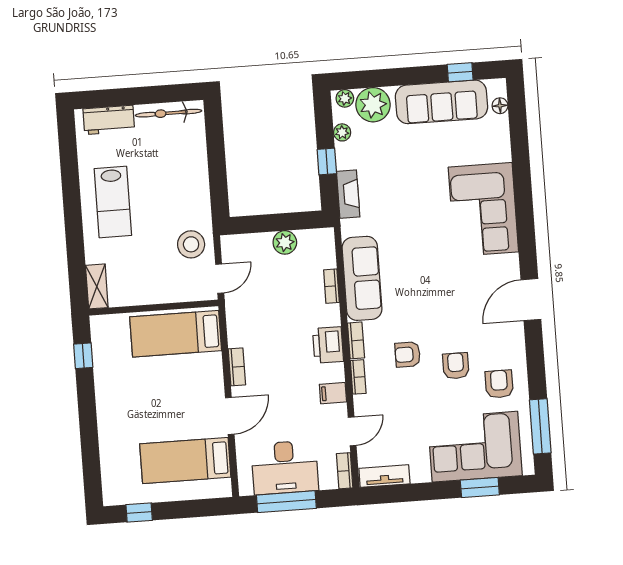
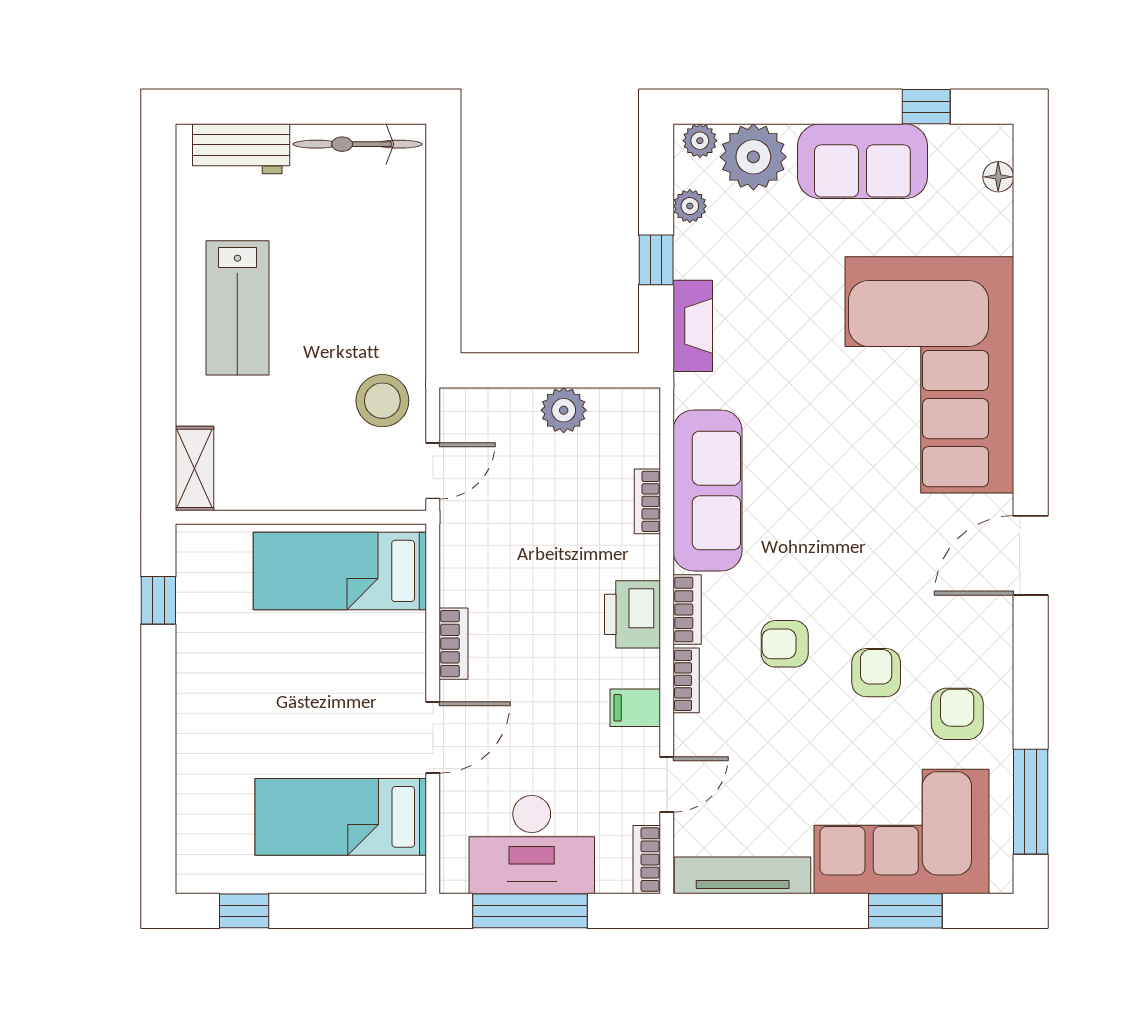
sofa: (441, 102) -> (862, 161), width x0.73
corner sofa: (483, 210) -> (929, 375), width x1.36, depth x1.36
tv unit: (384, 476) -> (743, 875), width x1.41

